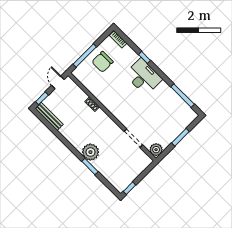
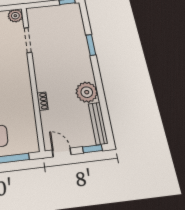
door: (58, 82) -> (62, 152), swing flipped
plant: (90, 152) -> (87, 92), moved

